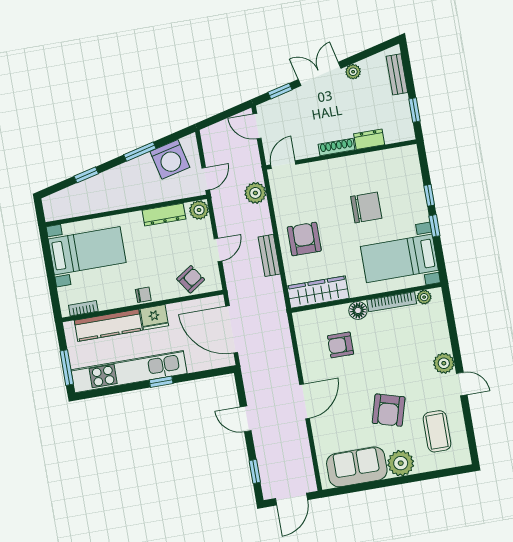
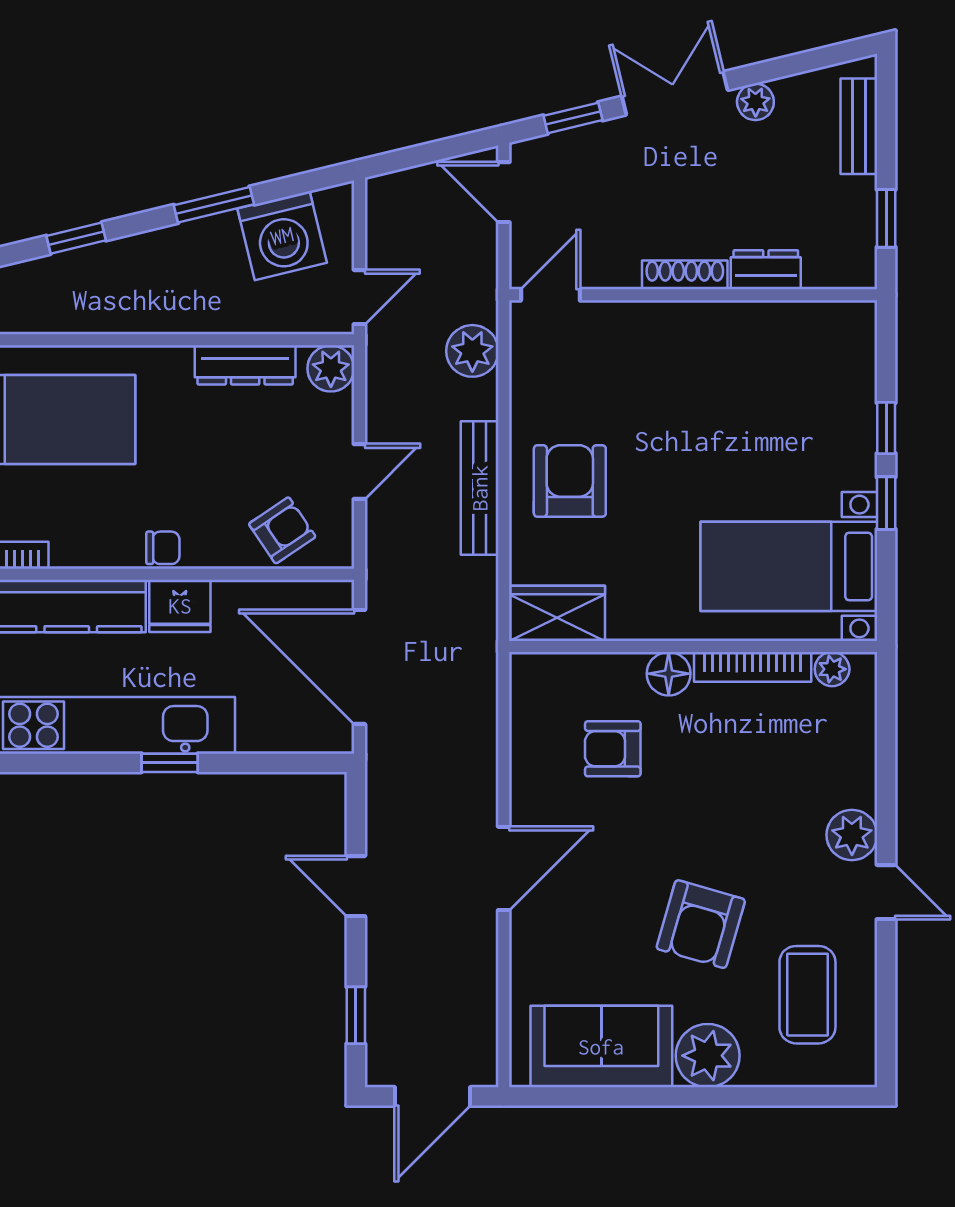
chair: (366, 207) -> (731, 431), removed
bench: (269, 255) -> (480, 488), width x1.36
wardrobe: (318, 292) -> (557, 613), width x0.67

